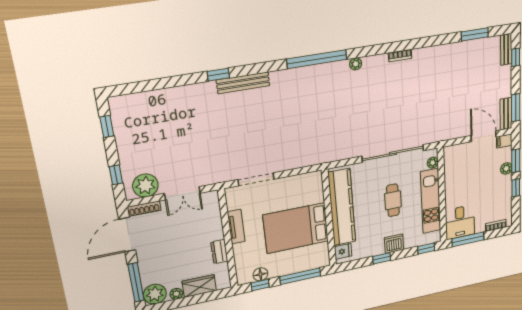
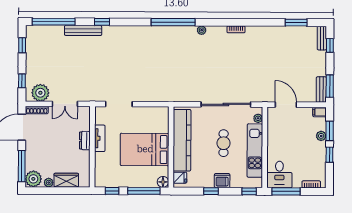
bench: (243, 83) -> (83, 30), moved
window: (148, 86) -> (54, 22), added
door: (484, 136) -> (286, 105), moved
dresser: (219, 252) -> (85, 141), moved
floor lamp: (260, 274) -> (163, 182), moved

